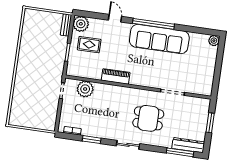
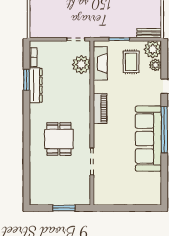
plant: (214, 41) -> (155, 65), moved
fireplace: (87, 72) -> (100, 63), added
piano: (116, 76) -> (100, 108), moved
sliding door: (128, 145) -> (26, 121), removed
dresser: (188, 145) -> (36, 85), moved
window: (180, 152) -> (26, 180), removed

